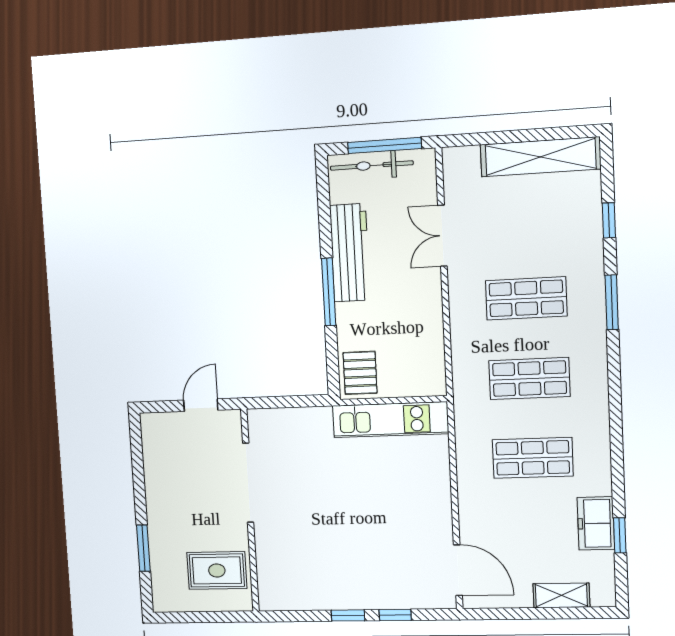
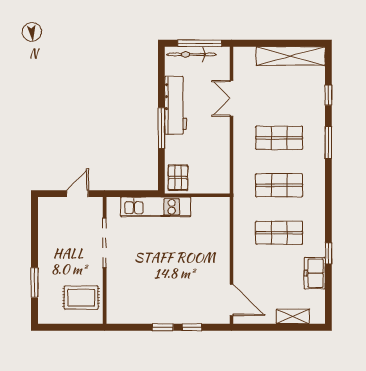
kitchen unit: (390, 420) -> (156, 207), moved
window: (620, 535) -> (328, 253), moved

